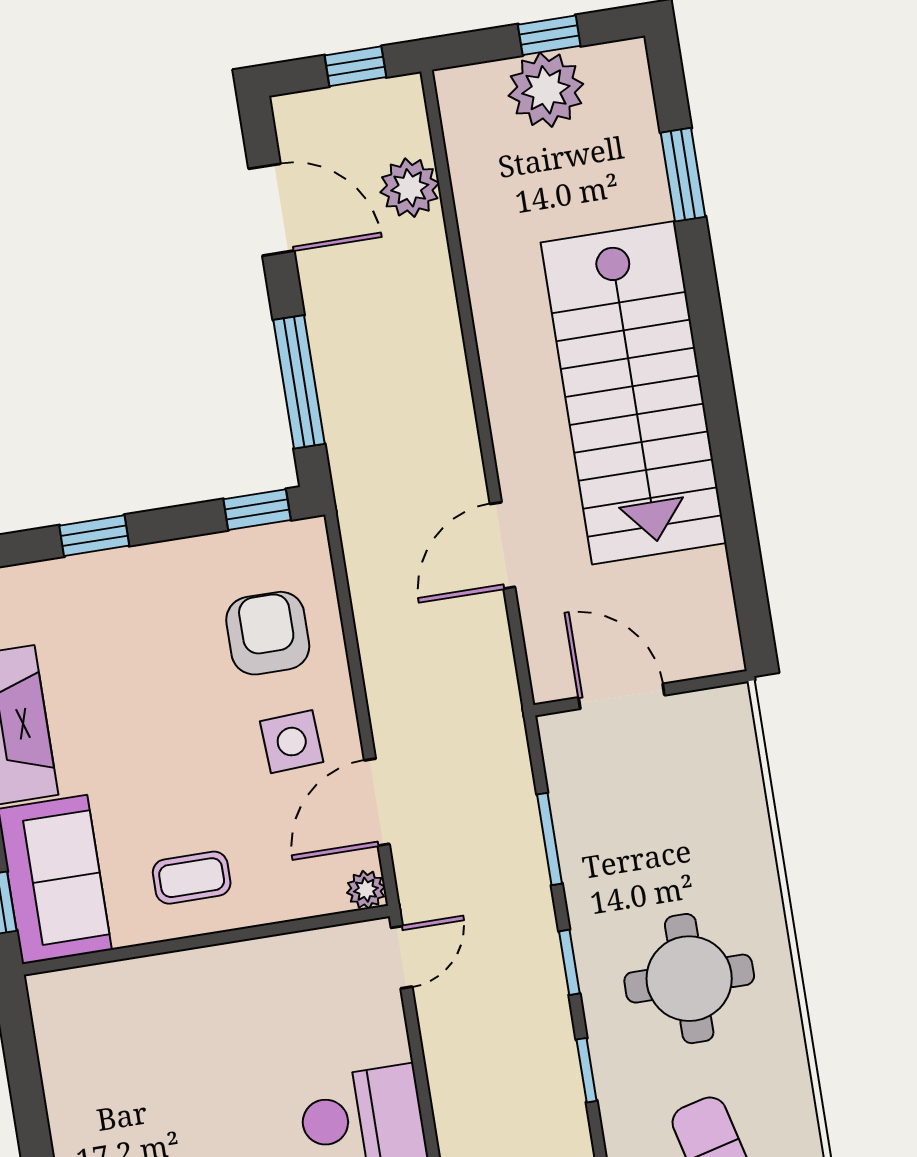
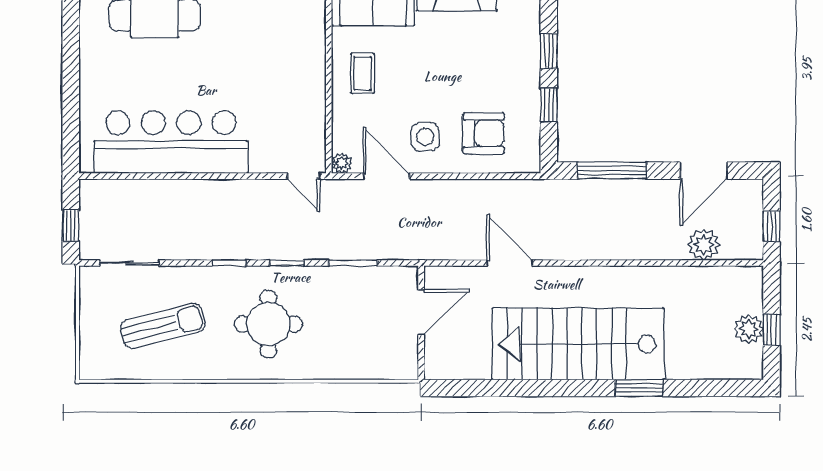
plant: (546, 90) -> (749, 329), width x0.73, depth x0.73
window: (683, 175) -> (639, 388), moved
window: (257, 510) -> (549, 105), moved

